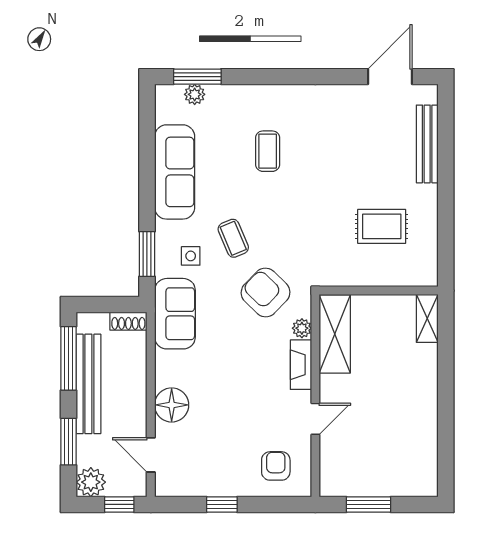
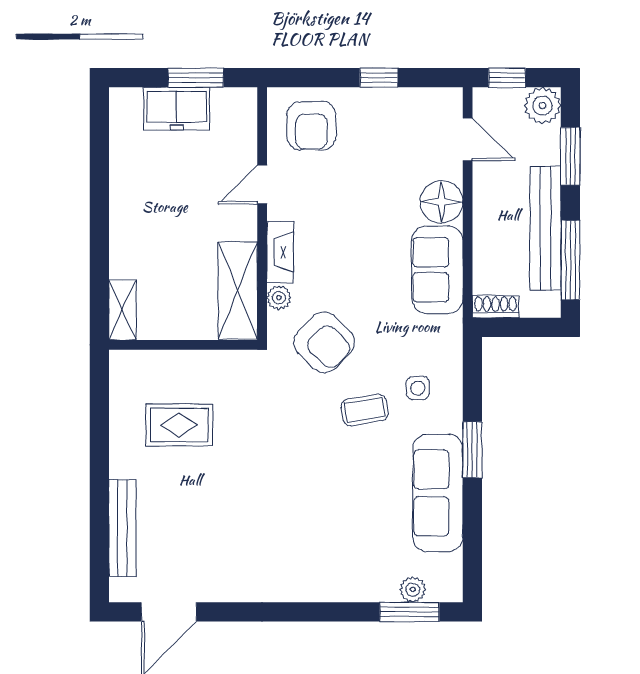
coffee table: (268, 151) -> (322, 519), removed
coffee table: (233, 238) -> (365, 410), turned -76
window: (147, 254) -> (472, 450), moved
sofa: (175, 314) -> (437, 270), moved
armchair: (276, 466) -> (311, 126), width x1.38, depth x1.38
freezer: (384, 480) -> (177, 109), added

